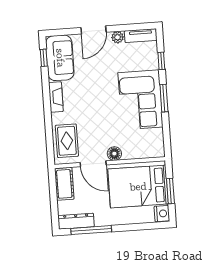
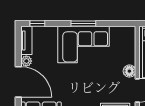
door: (94, 30) -> (18, 82), width x1.36
window: (161, 61) -> (37, 24), moved

